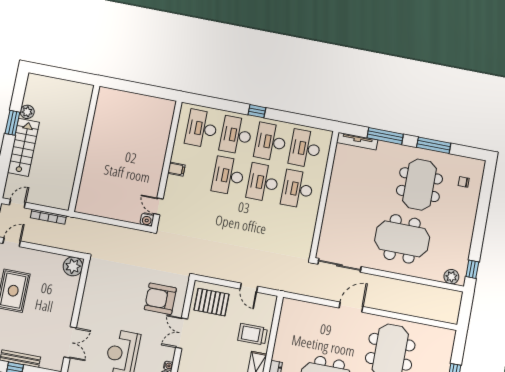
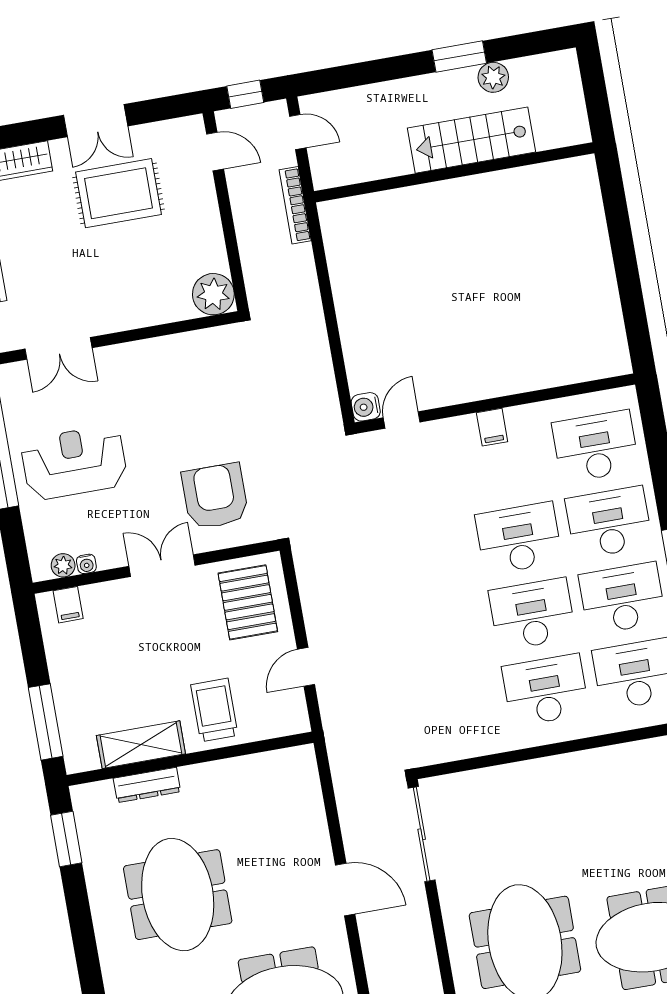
stairs: (23, 147) -> (472, 140), moved, turned 180
wall: (84, 148) -> (454, 172), moved

